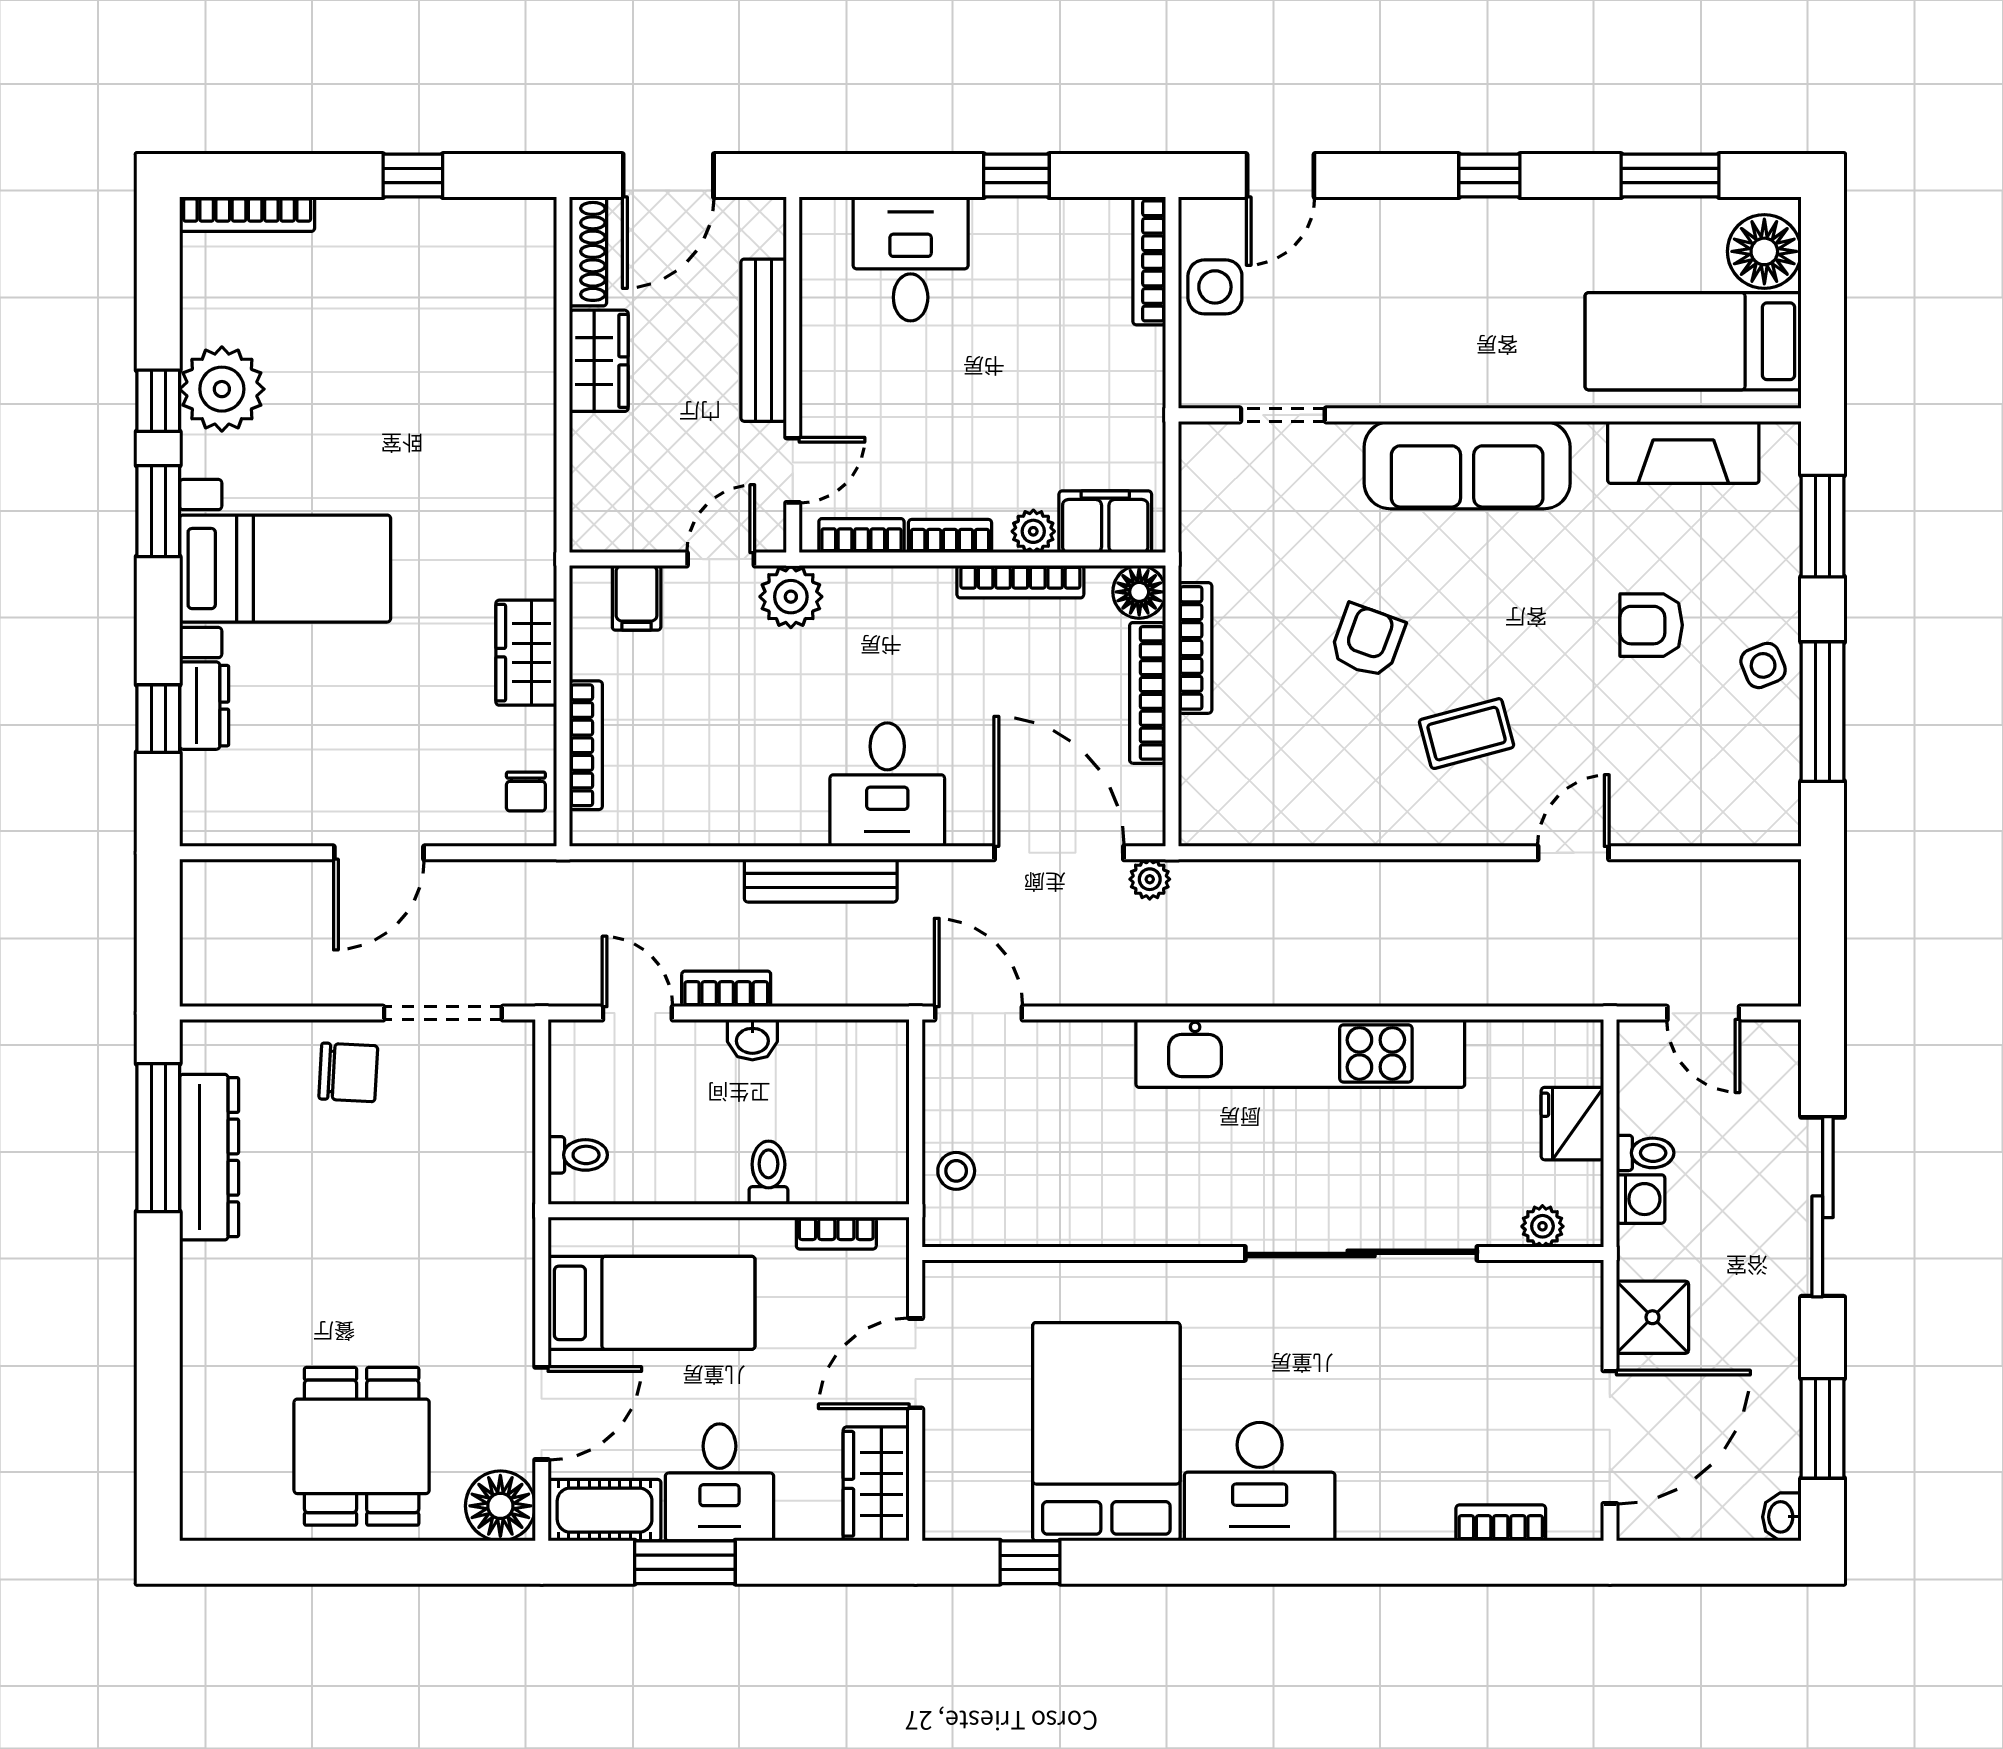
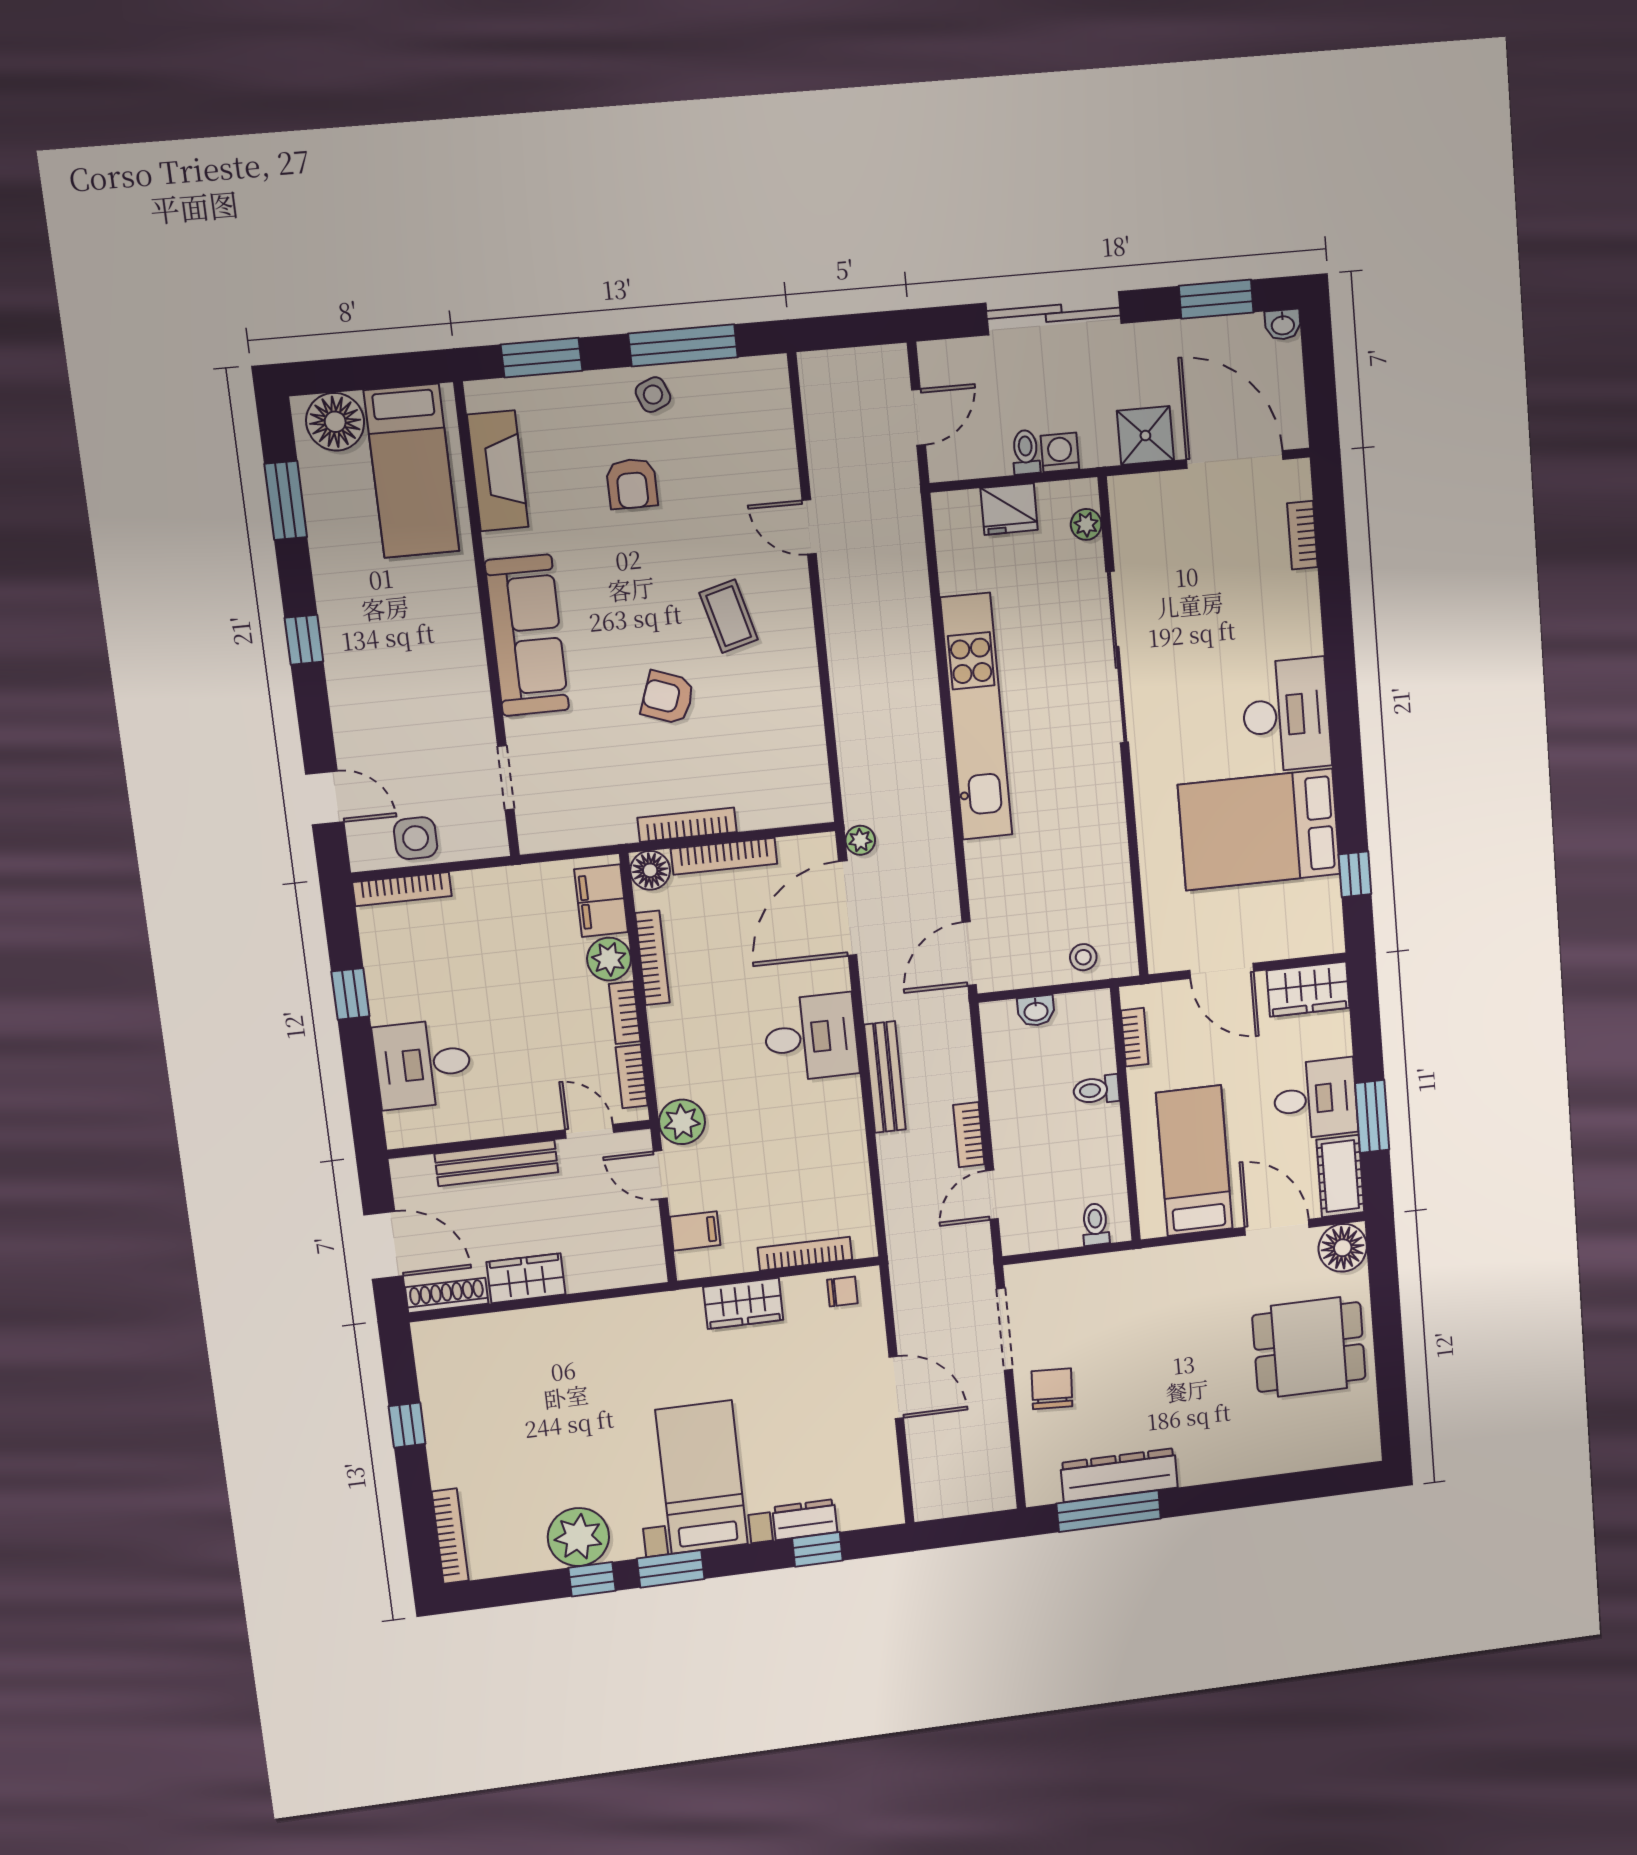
plant: (1033, 531) -> (609, 959), width x1.38, depth x1.38
washbasin: (752, 1040) -> (1036, 1011), moved, turned 90

